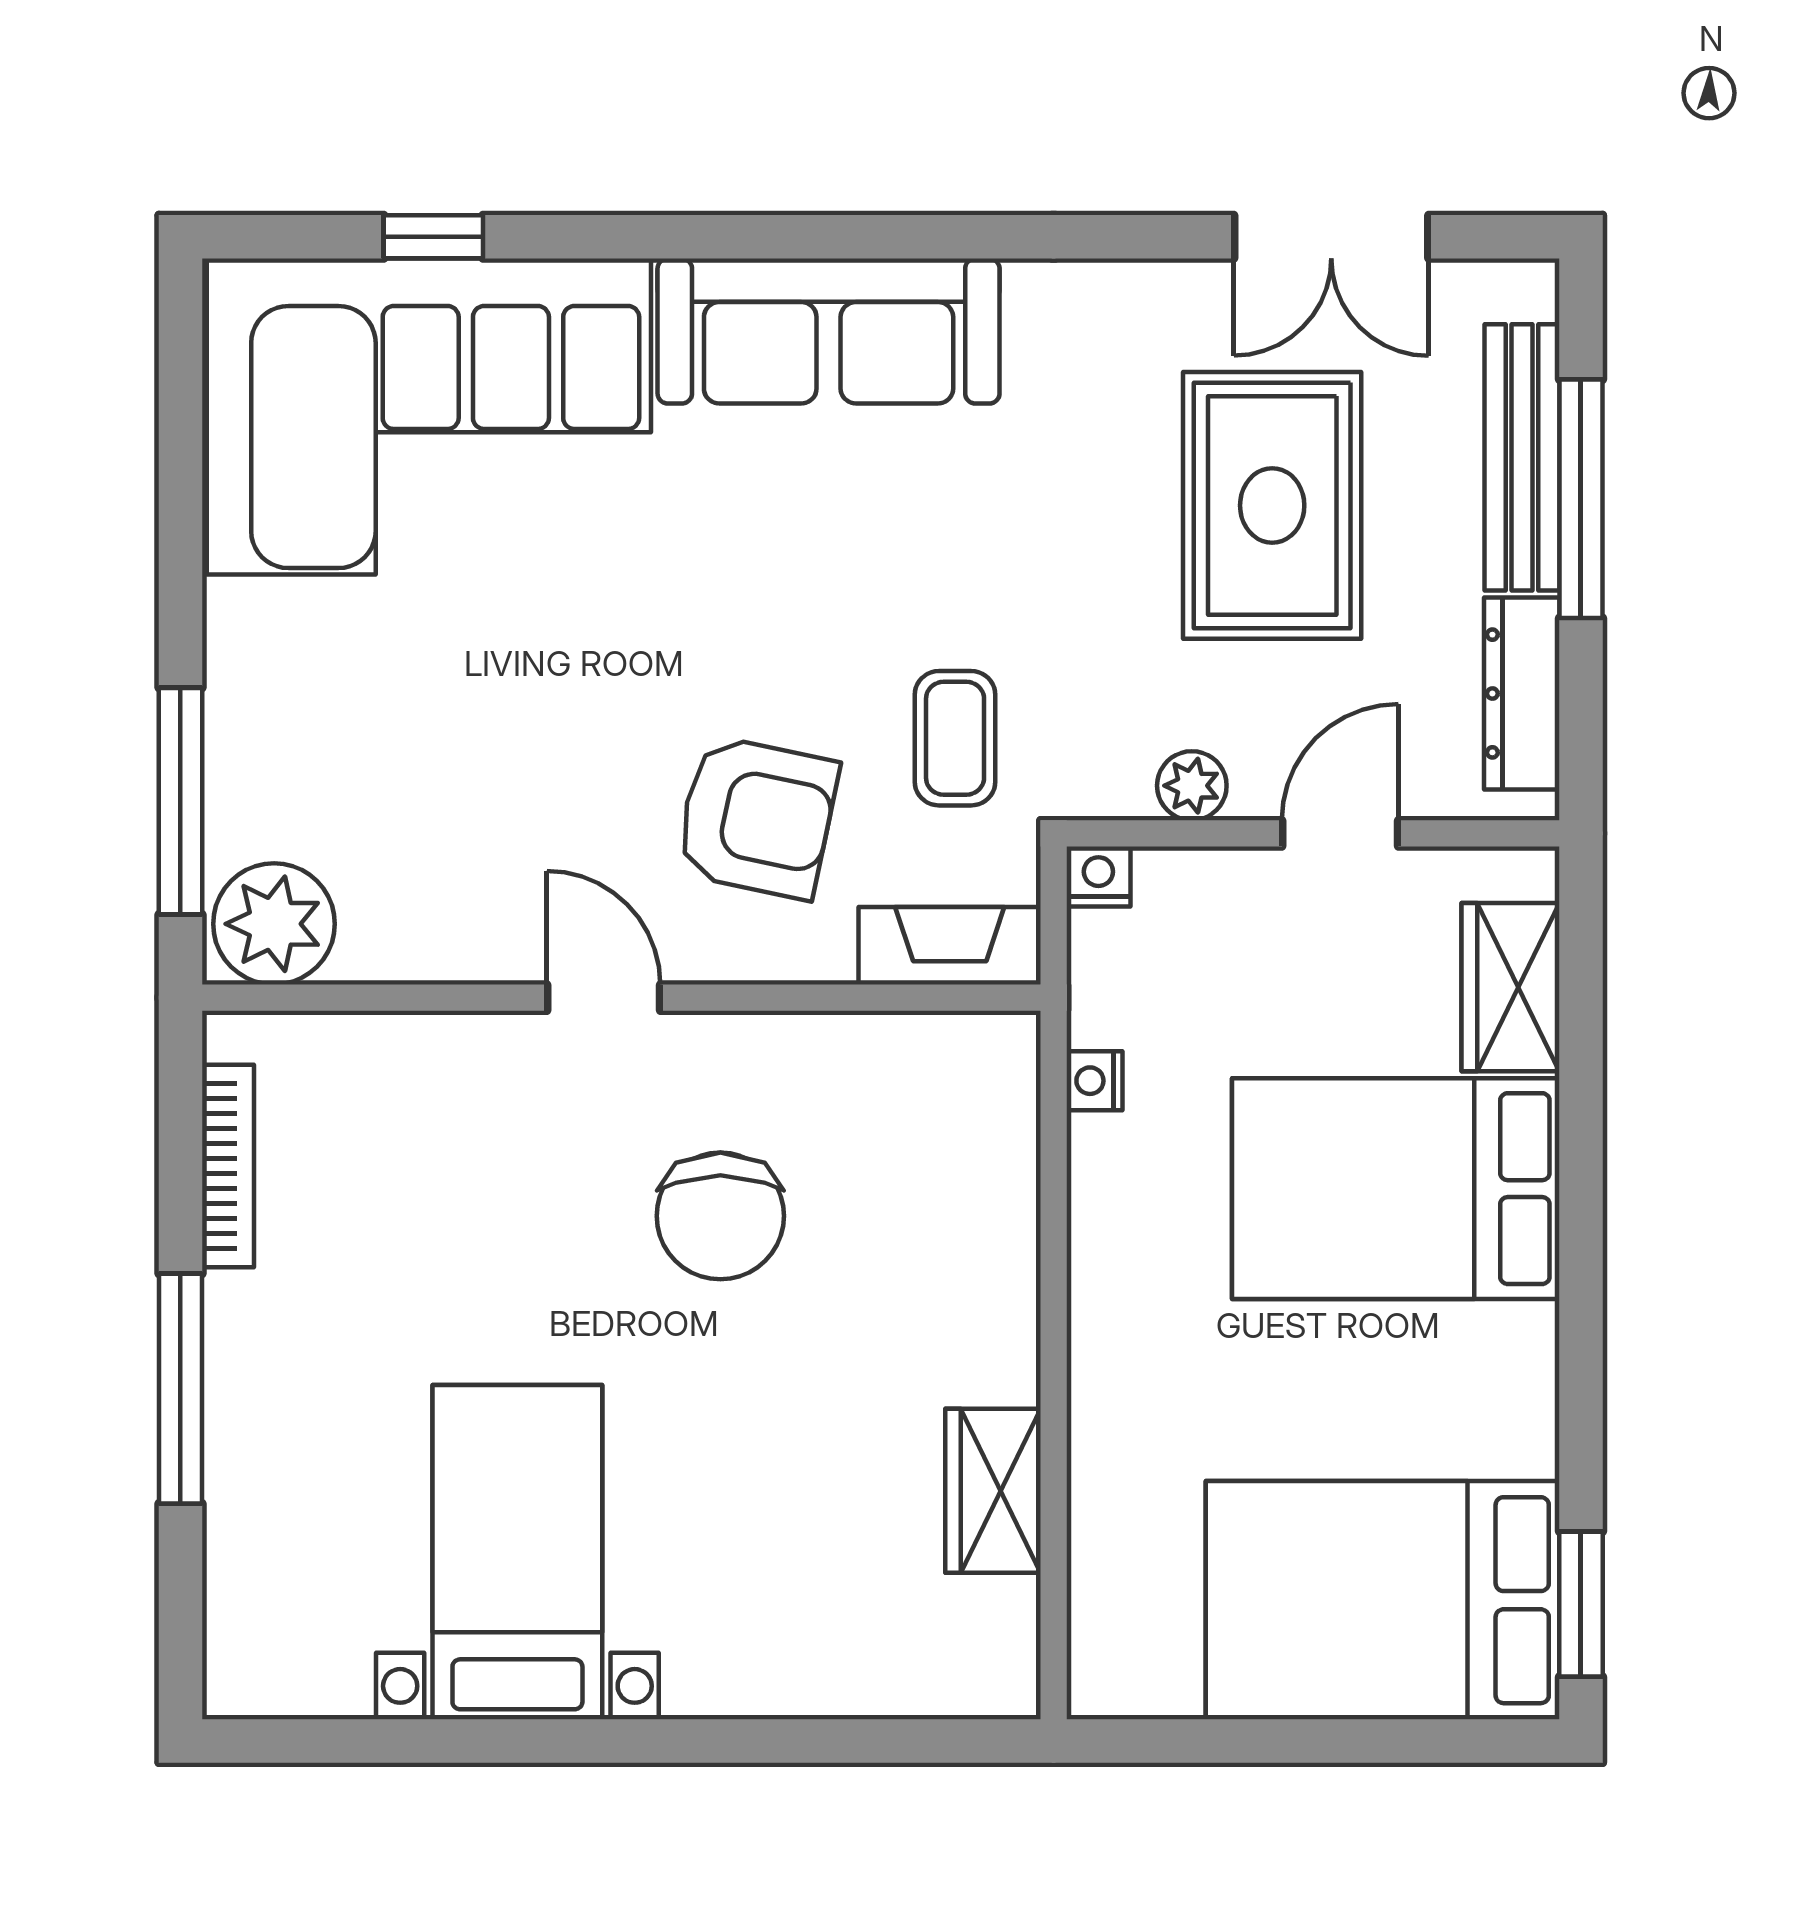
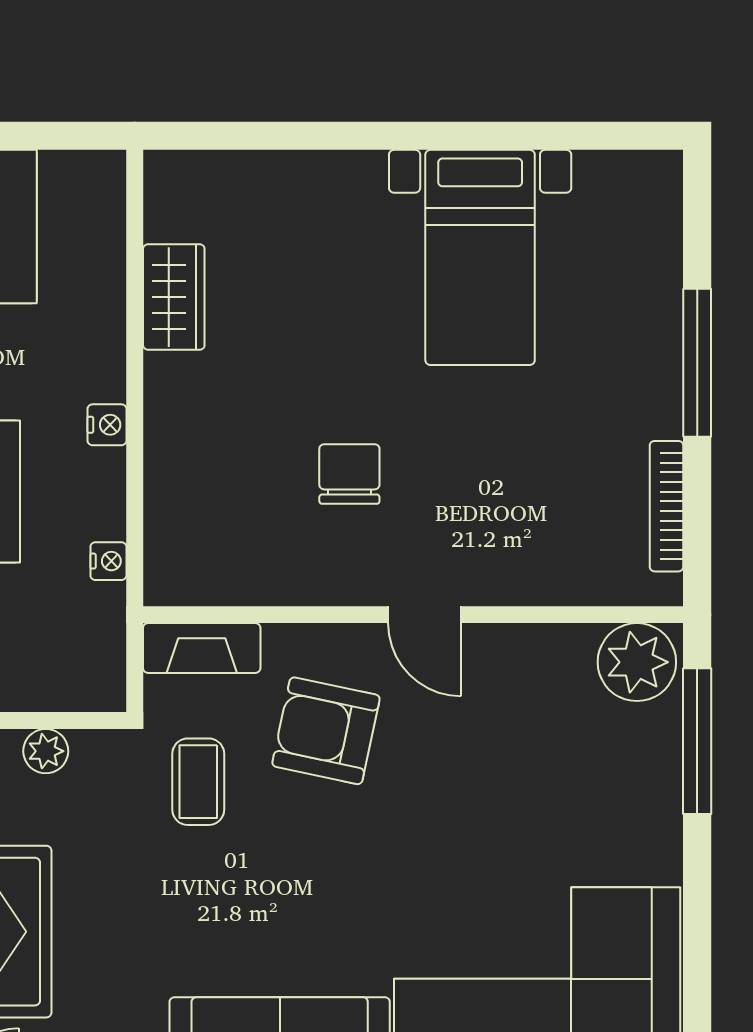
nightstand: (1098, 876) -> (107, 425), moved, turned -90
chair: (720, 1216) -> (349, 474), width x0.73, depth x0.73

